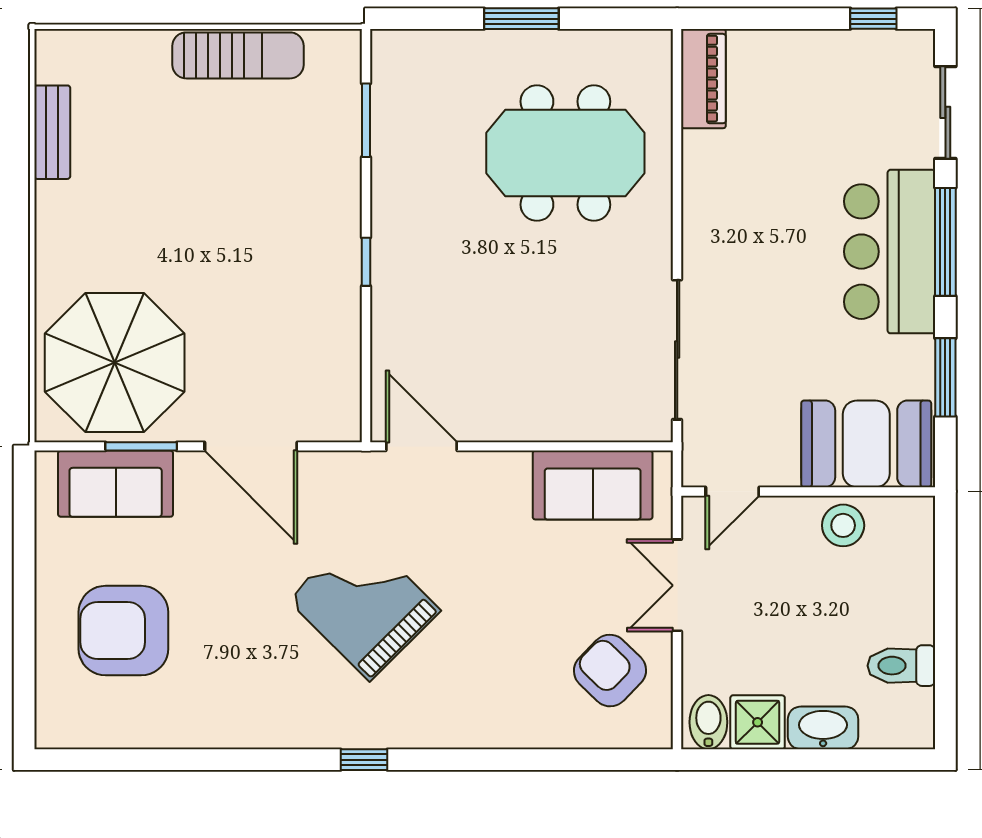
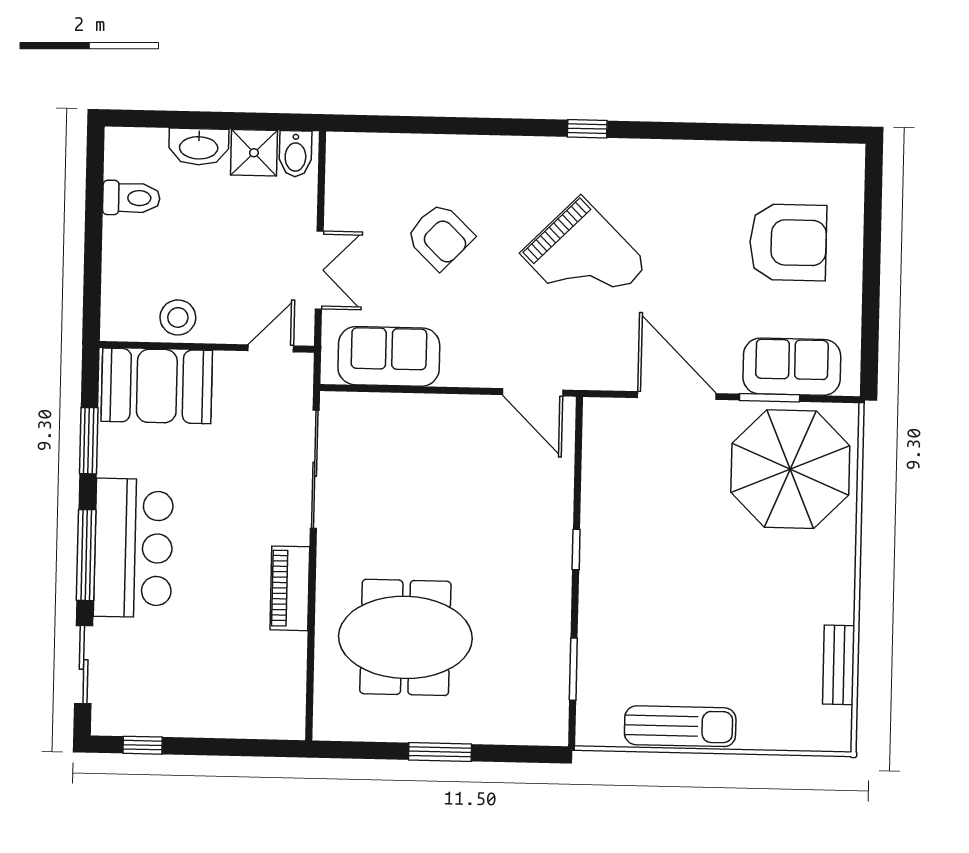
sun lounger: (238, 55) -> (680, 726), turned 180
piano: (703, 79) -> (290, 588), moved
armchair: (610, 671) -> (440, 236), moved

